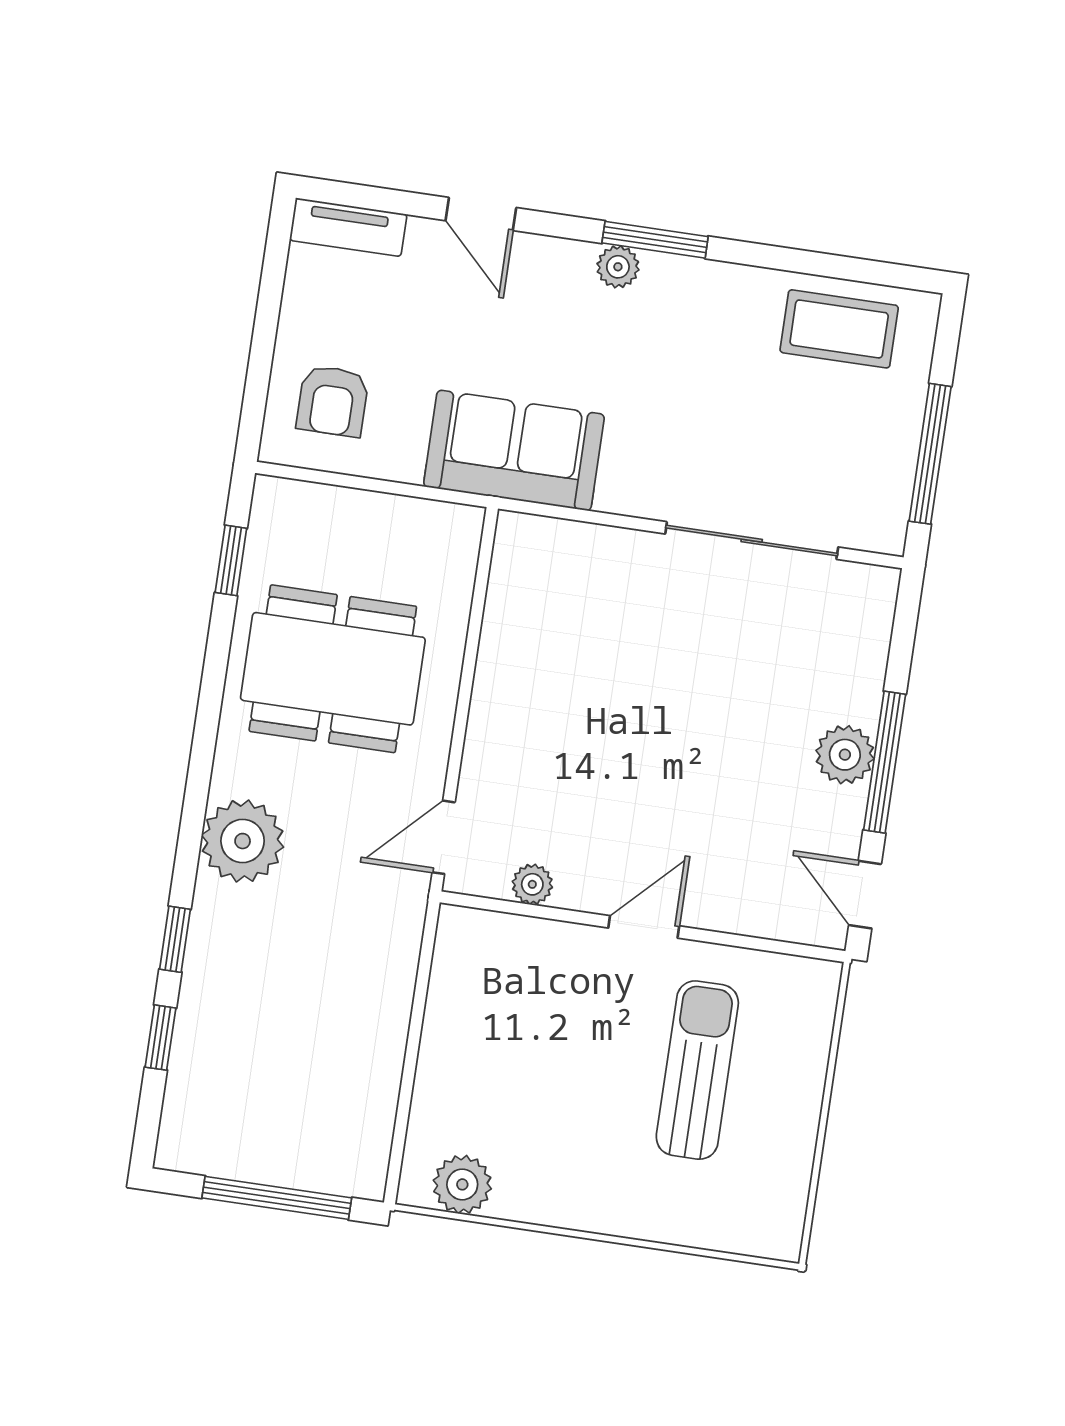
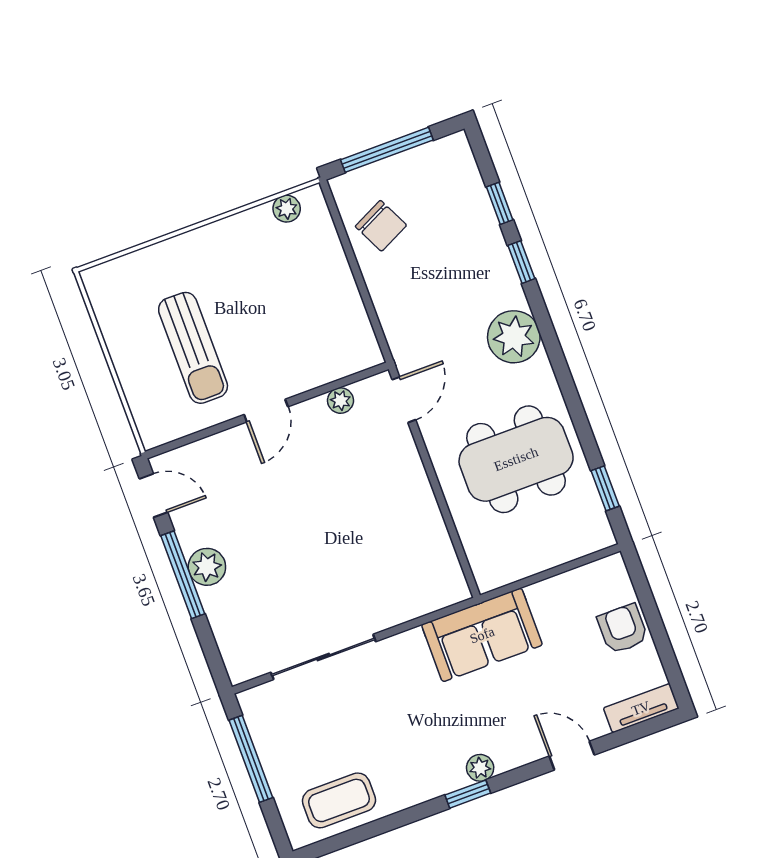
window: (655, 240) -> (468, 794), width x0.67
armchair: (333, 401) -> (623, 629), moved
chair: (343, 1097) -> (381, 226), added
plant: (462, 1184) -> (287, 209), width x0.73, depth x0.73

